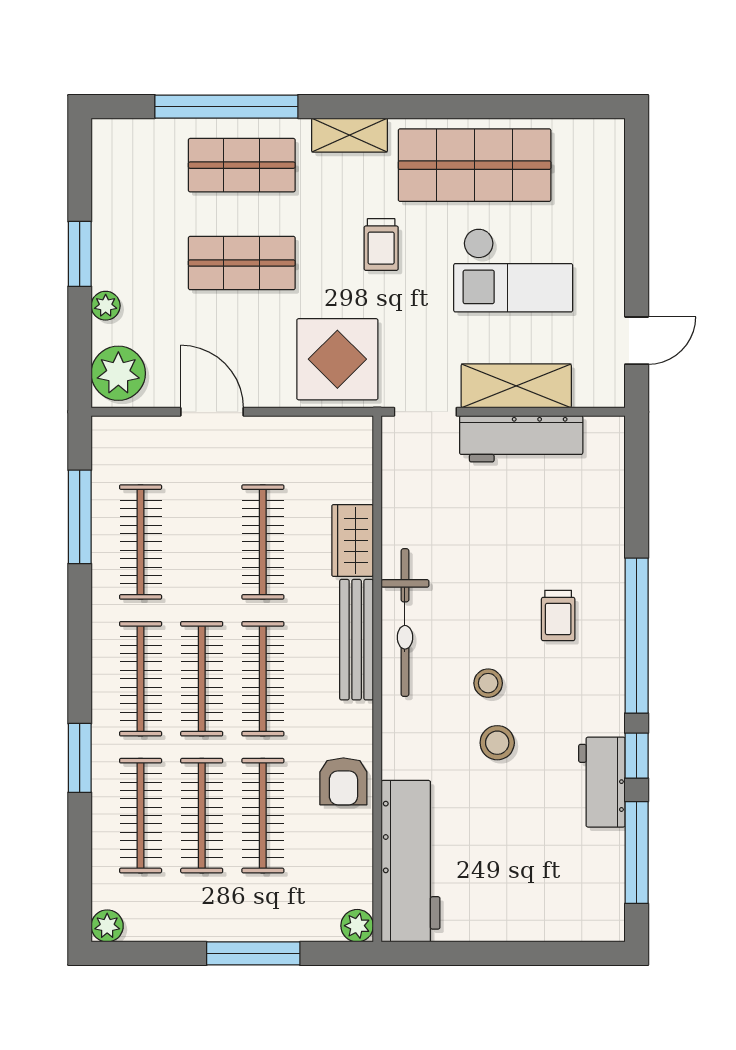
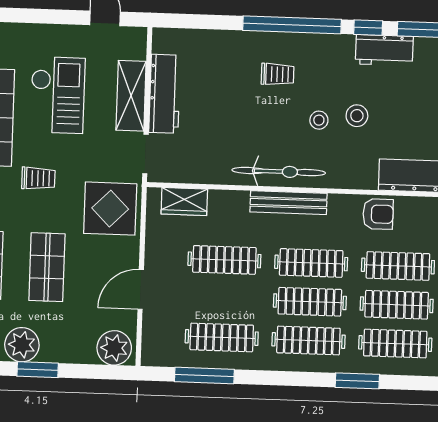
plant: (106, 306) -> (22, 345), moved, width x1.88, depth x1.88
wardrobe: (353, 540) -> (184, 202), moved

